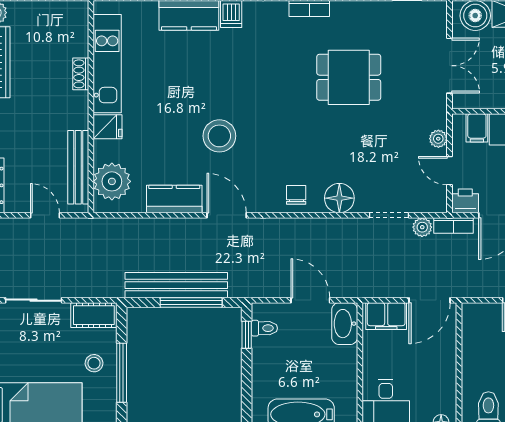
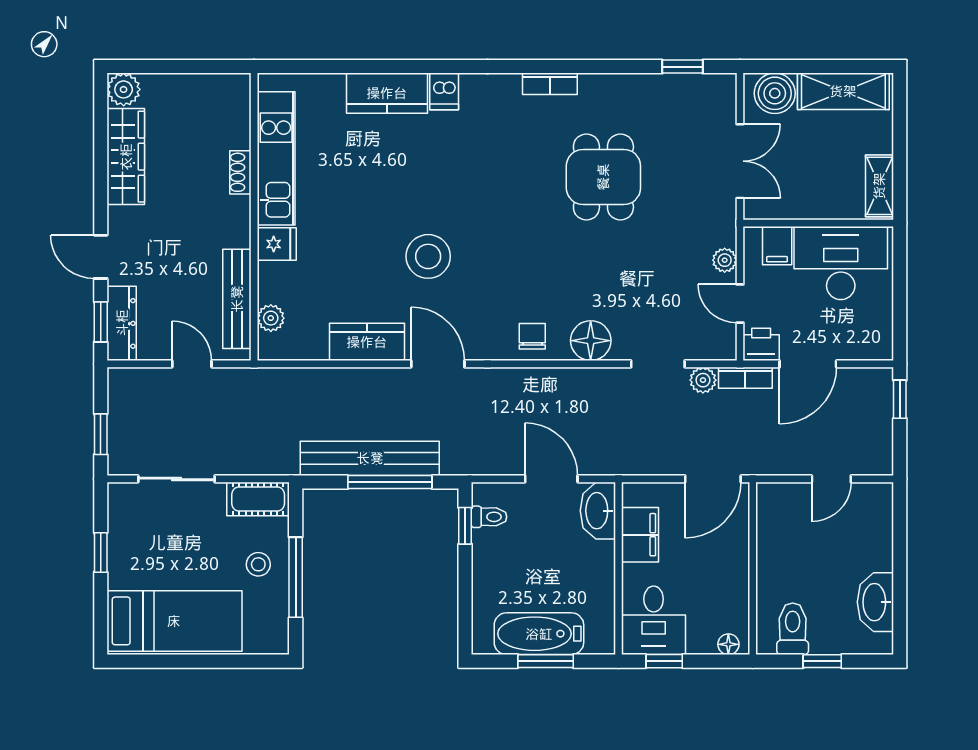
dining table: (349, 77) -> (603, 177), turned 90
plant: (112, 181) -> (271, 318), width x0.53, depth x0.53
filing cabinet: (386, 316) -> (640, 535), moved, turned -90

